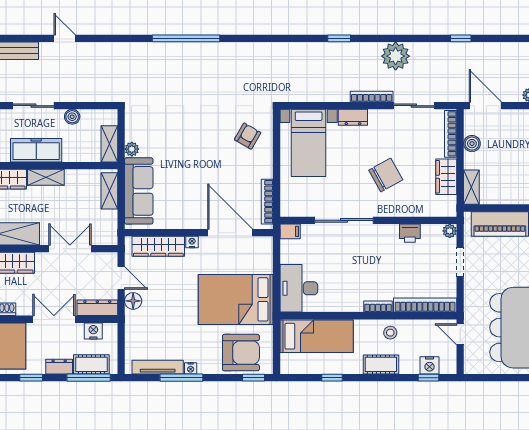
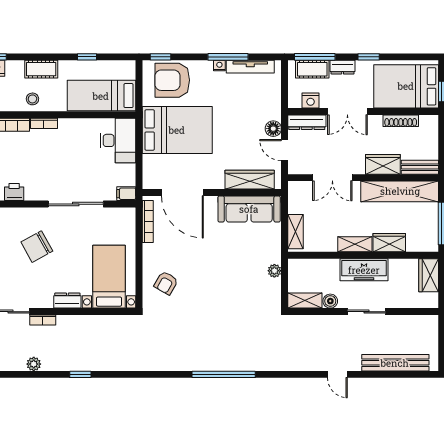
plant: (396, 56) -> (34, 364), width x0.53, depth x0.53
bookcase: (372, 97) -> (43, 320), width x0.64
shelving: (109, 144) -> (305, 301), moved, turned 90
sofa: (139, 191) -> (249, 209), moved, turned -90
nightstand: (192, 242) -> (218, 184), removed

